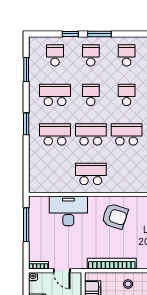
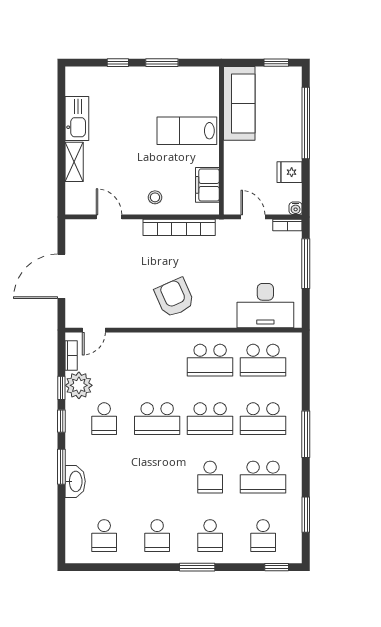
window: (70, 34) -> (277, 567), moved
school desk: (127, 95) -> (263, 360), moved, width x1.85
window: (26, 124) -> (306, 434), width x1.44
desk: (68, 211) -> (265, 306), moved
armchair: (115, 216) -> (174, 298), turned 48
window: (26, 225) -> (306, 264), moved

